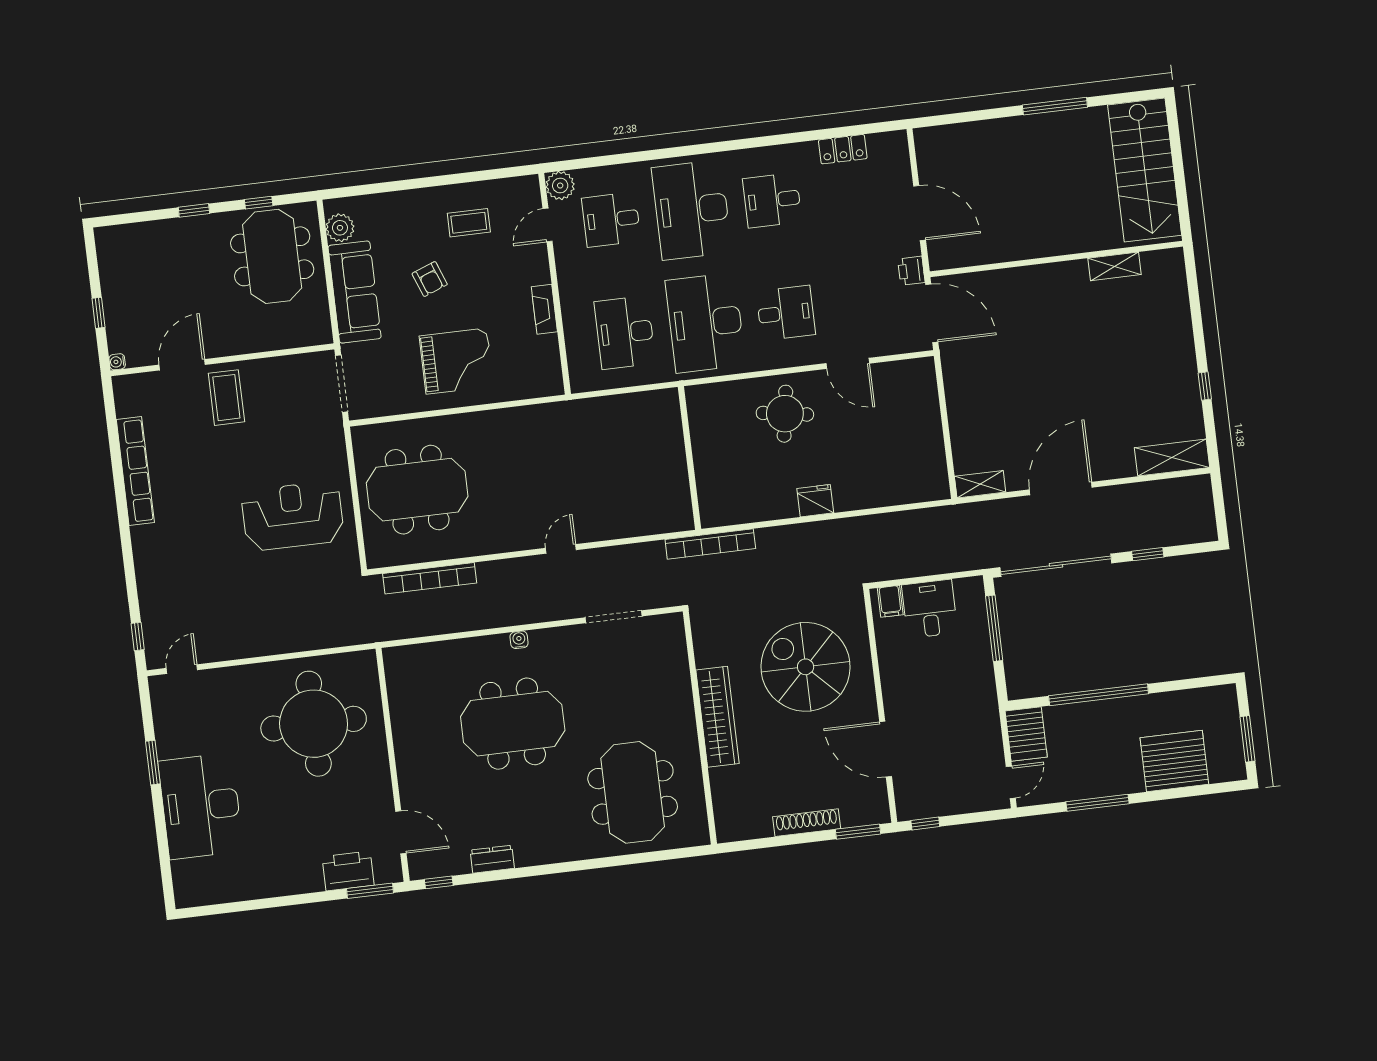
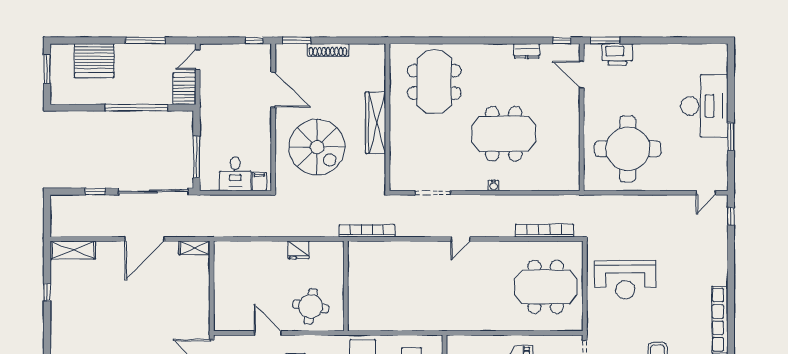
wall: (689, 458) -> (346, 286), moved

